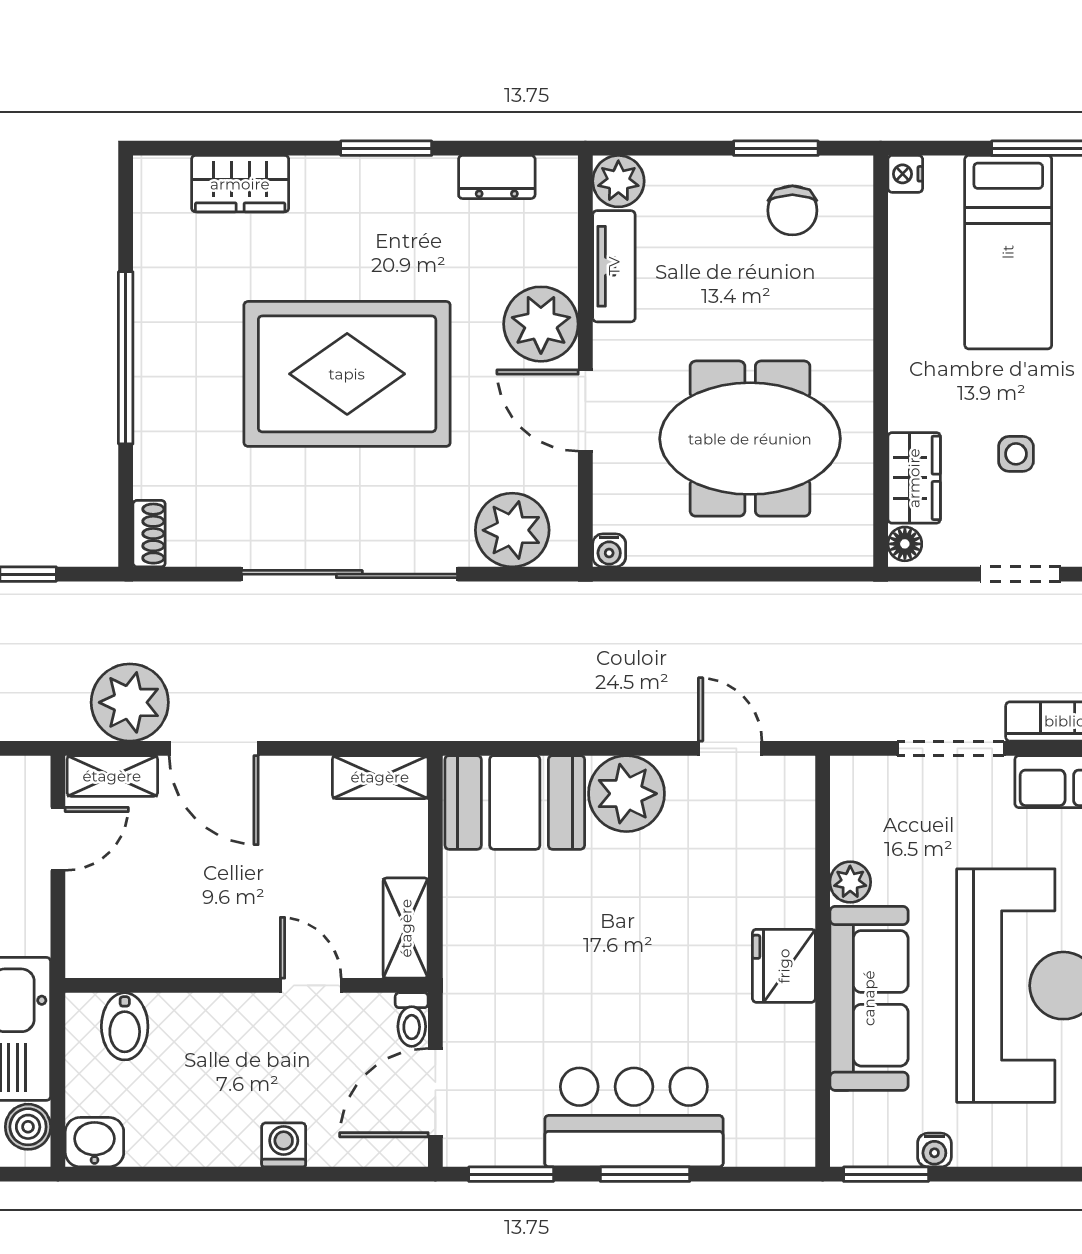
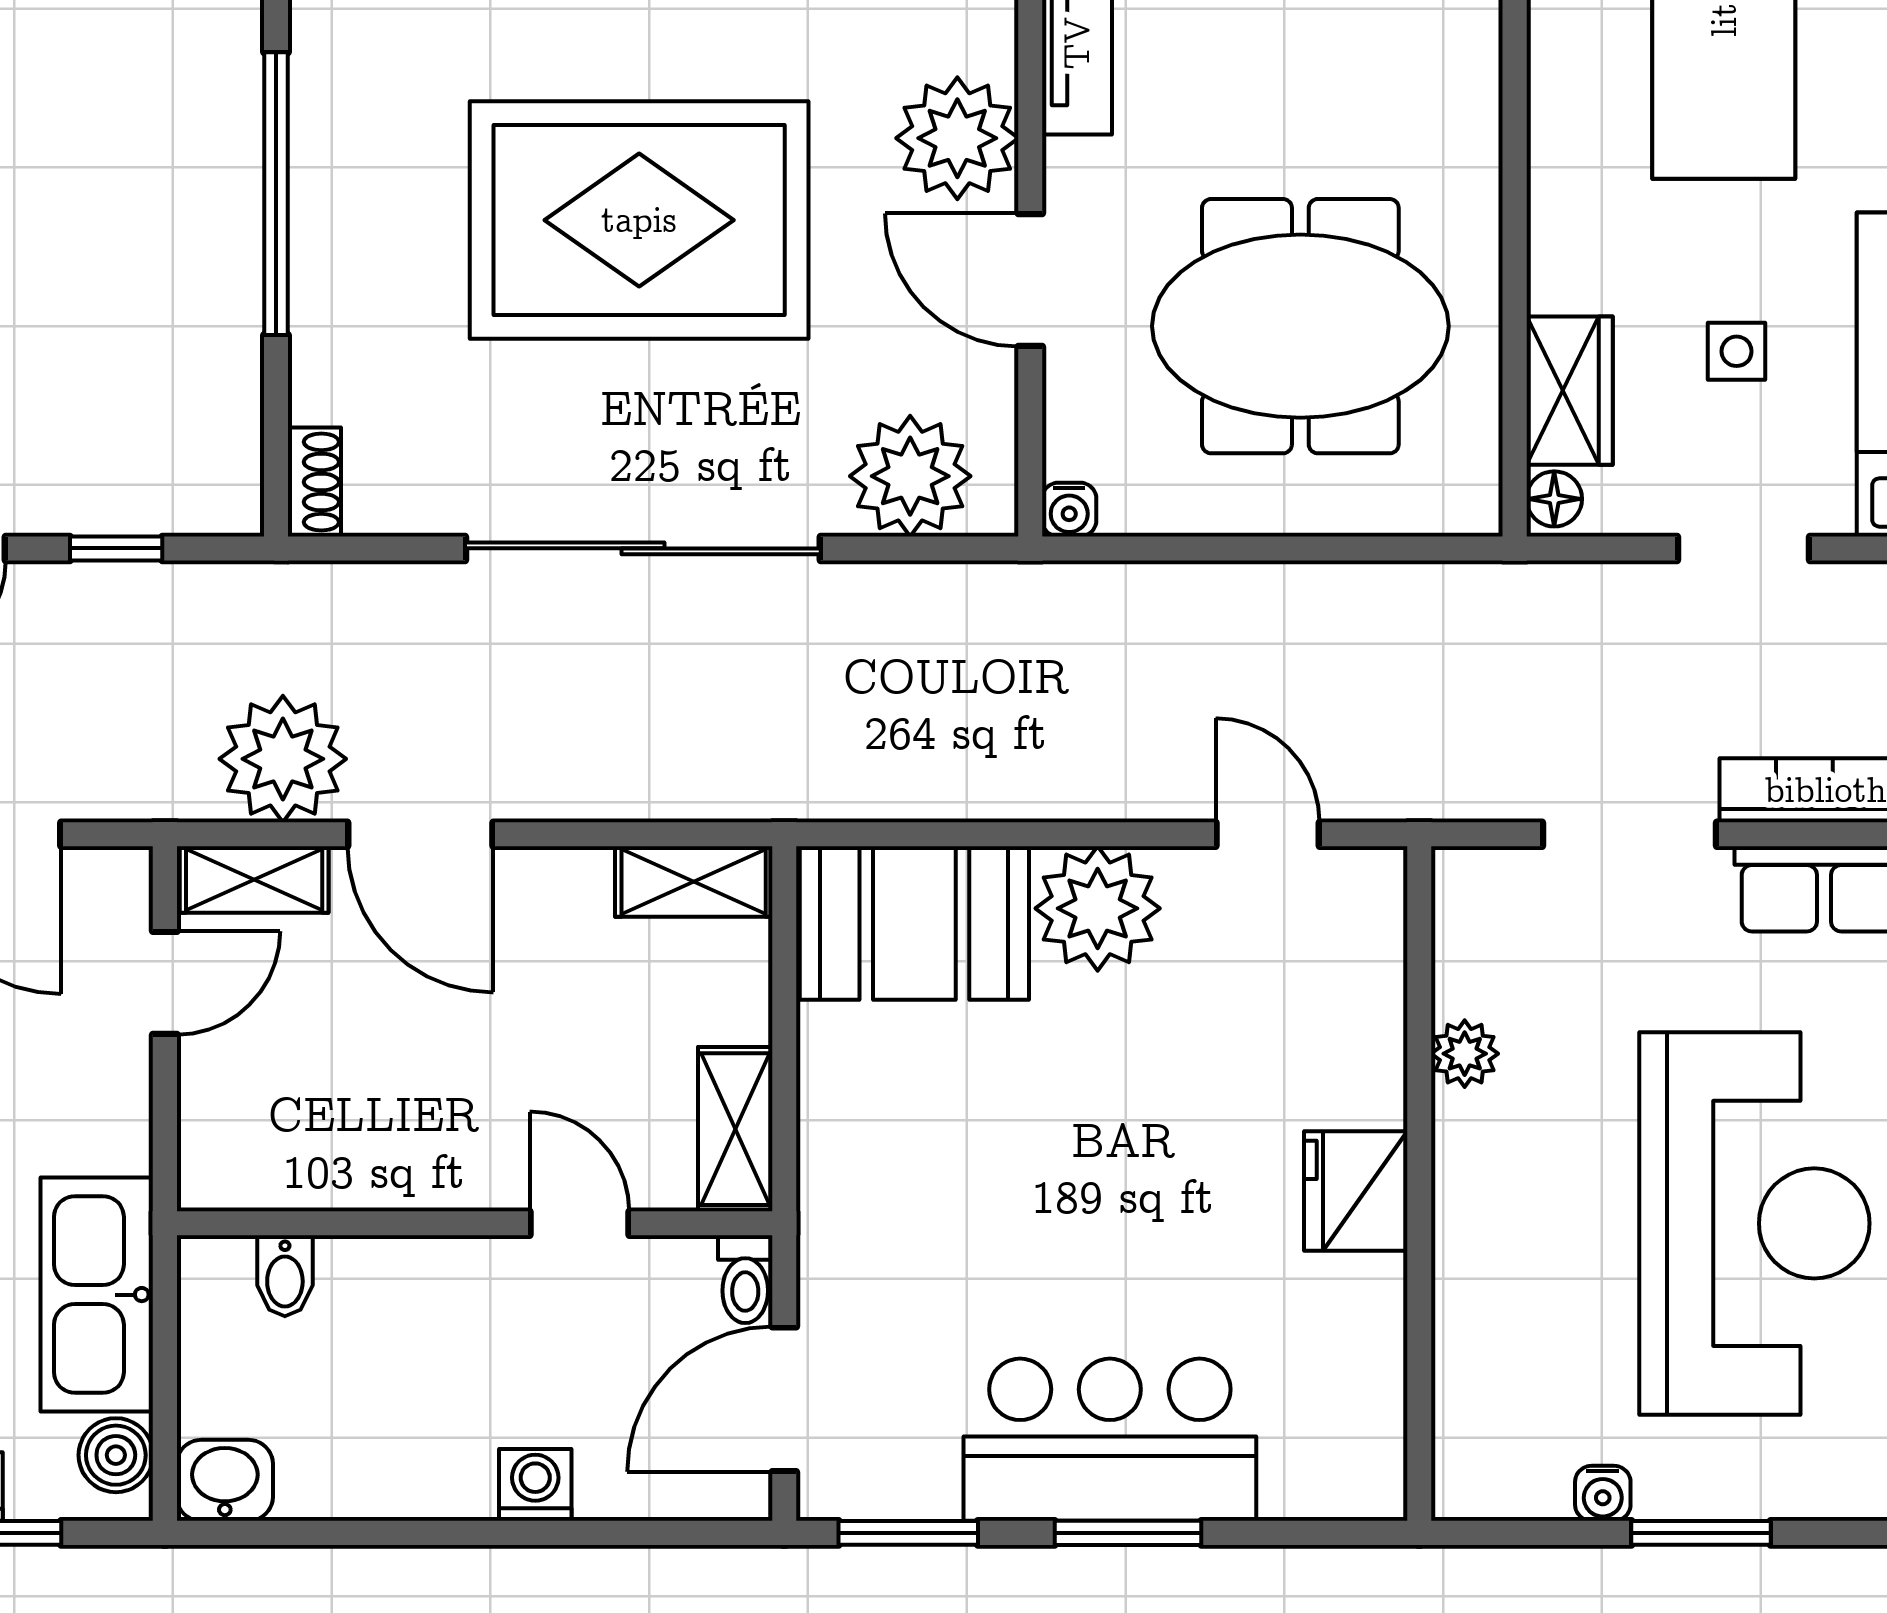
sofa: (869, 998) -> (1495, 1244), removed
bidet: (125, 1026) -> (285, 1276), width x0.72, depth x0.74
window: (886, 1174) -> (1701, 1533), moved

